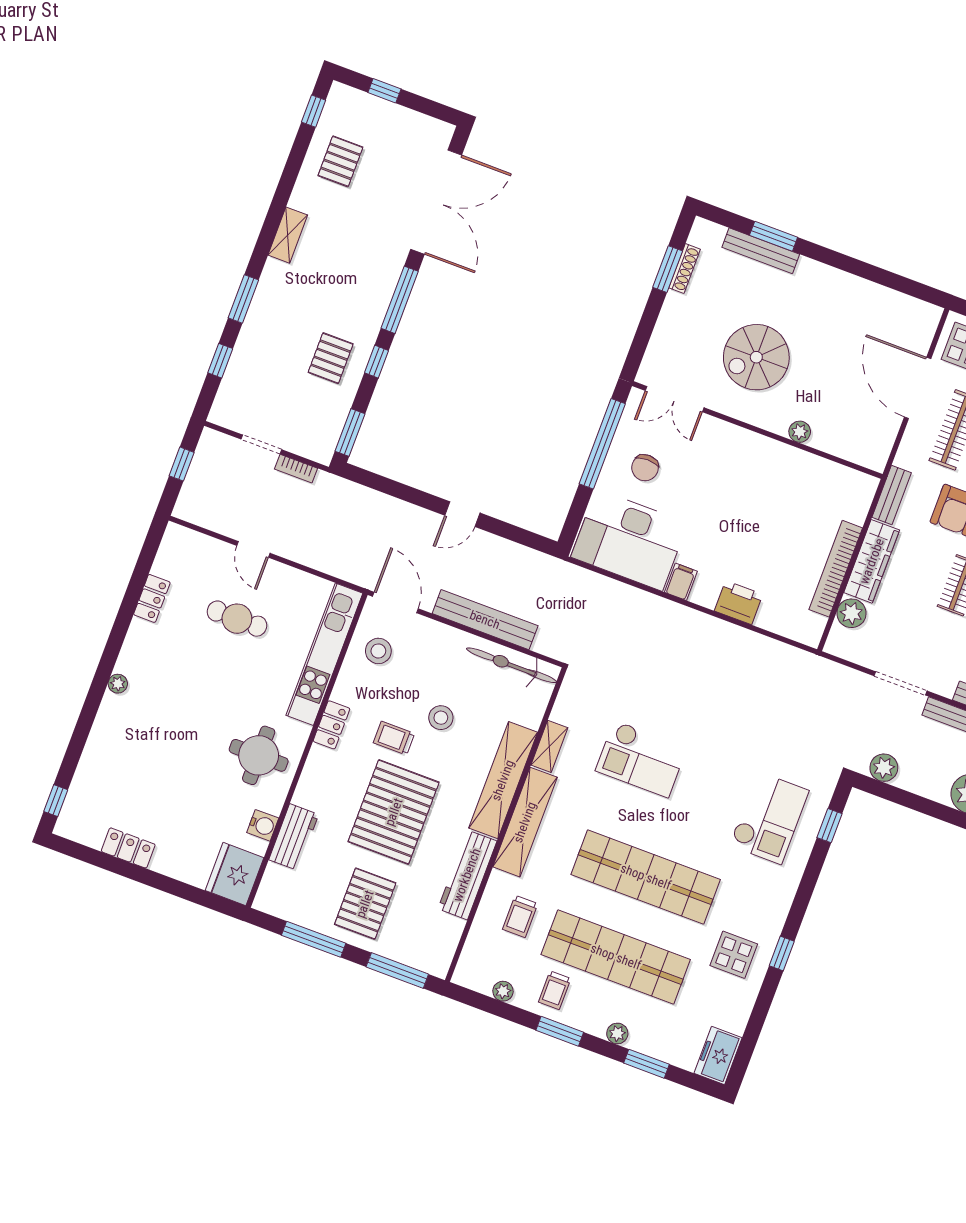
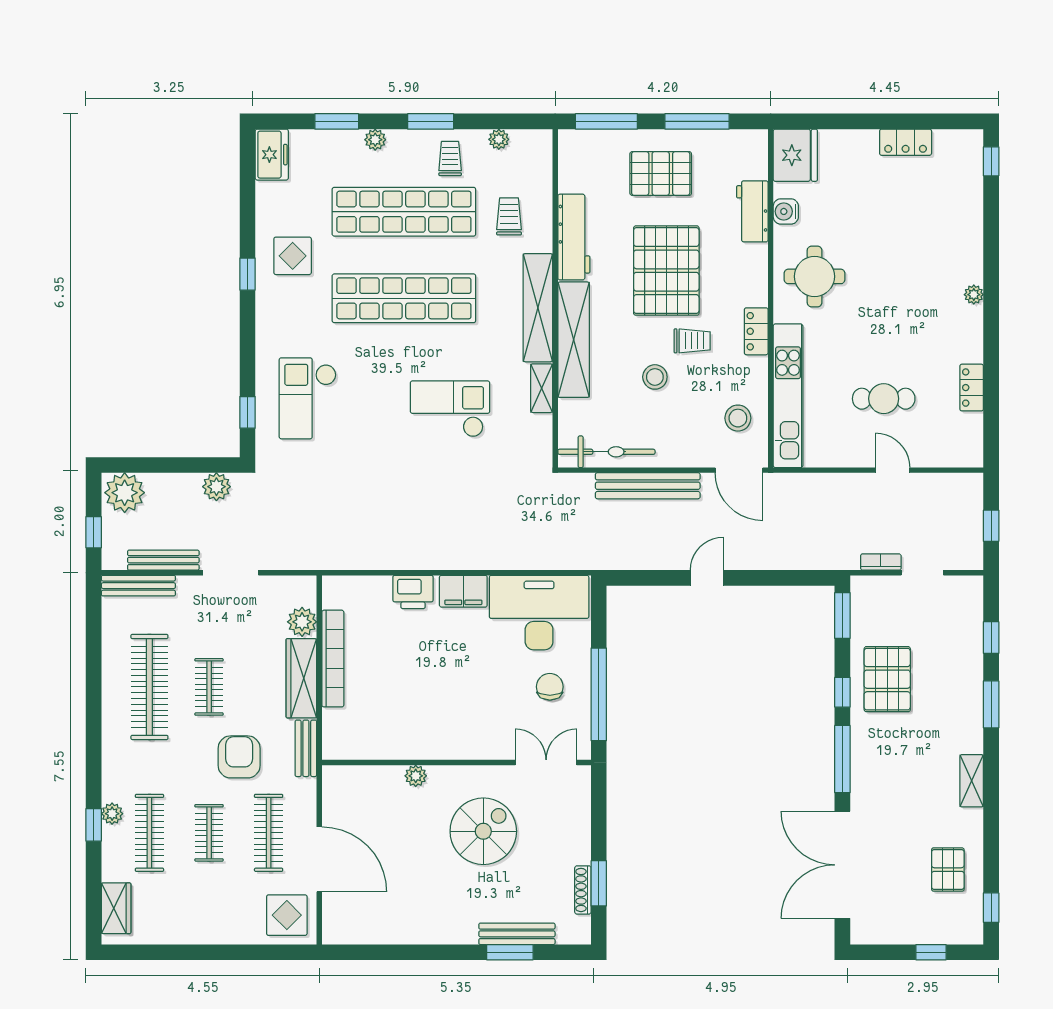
pallet: (331, 358) -> (887, 679), width x1.50, depth x1.42
filing cabinet: (681, 582) -> (463, 591), width x2.00
pallet: (365, 904) -> (661, 173), turned 90

